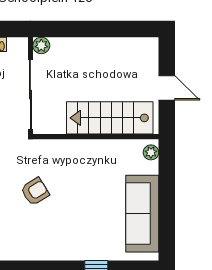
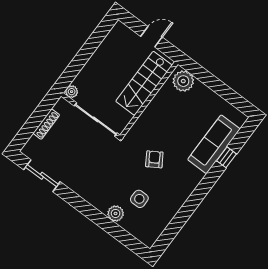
plant: (151, 152) -> (183, 81), width x1.88, depth x1.88
sofa: (142, 214) -> (214, 144), moved, turned 90

